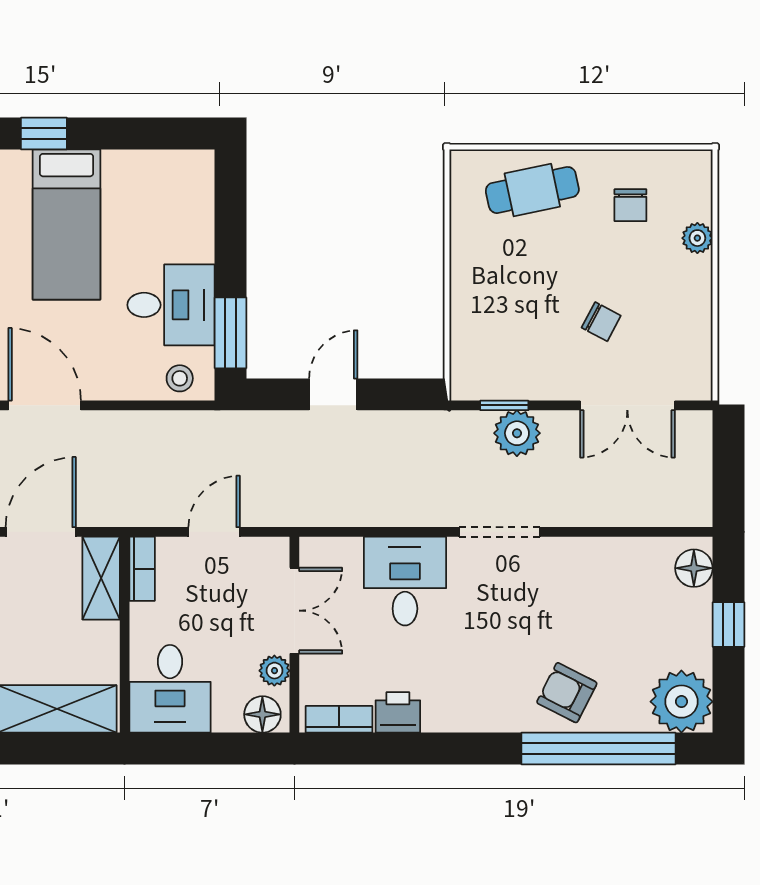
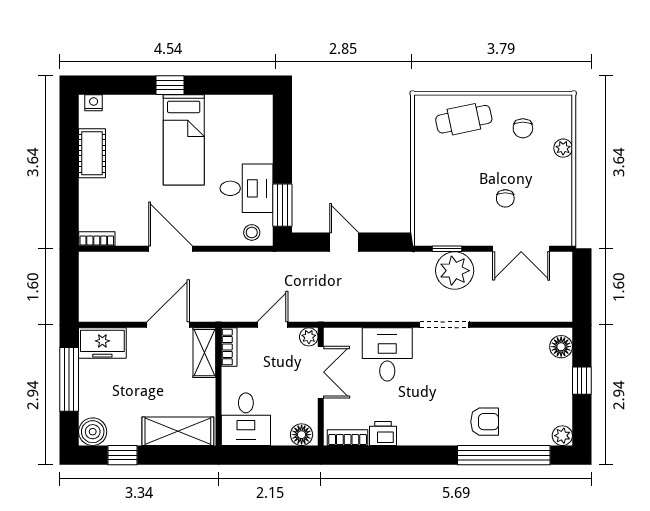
chair: (601, 322) -> (505, 198), turned 62
door: (333, 394) -> (344, 242), hinge flipped
plant: (517, 433) -> (455, 271), width x1.36, depth x1.36
plant: (274, 671) -> (309, 337), moved
armchair: (567, 693) -> (485, 422), turned 153
plant: (681, 702) -> (562, 436), width x0.53, depth x0.53

